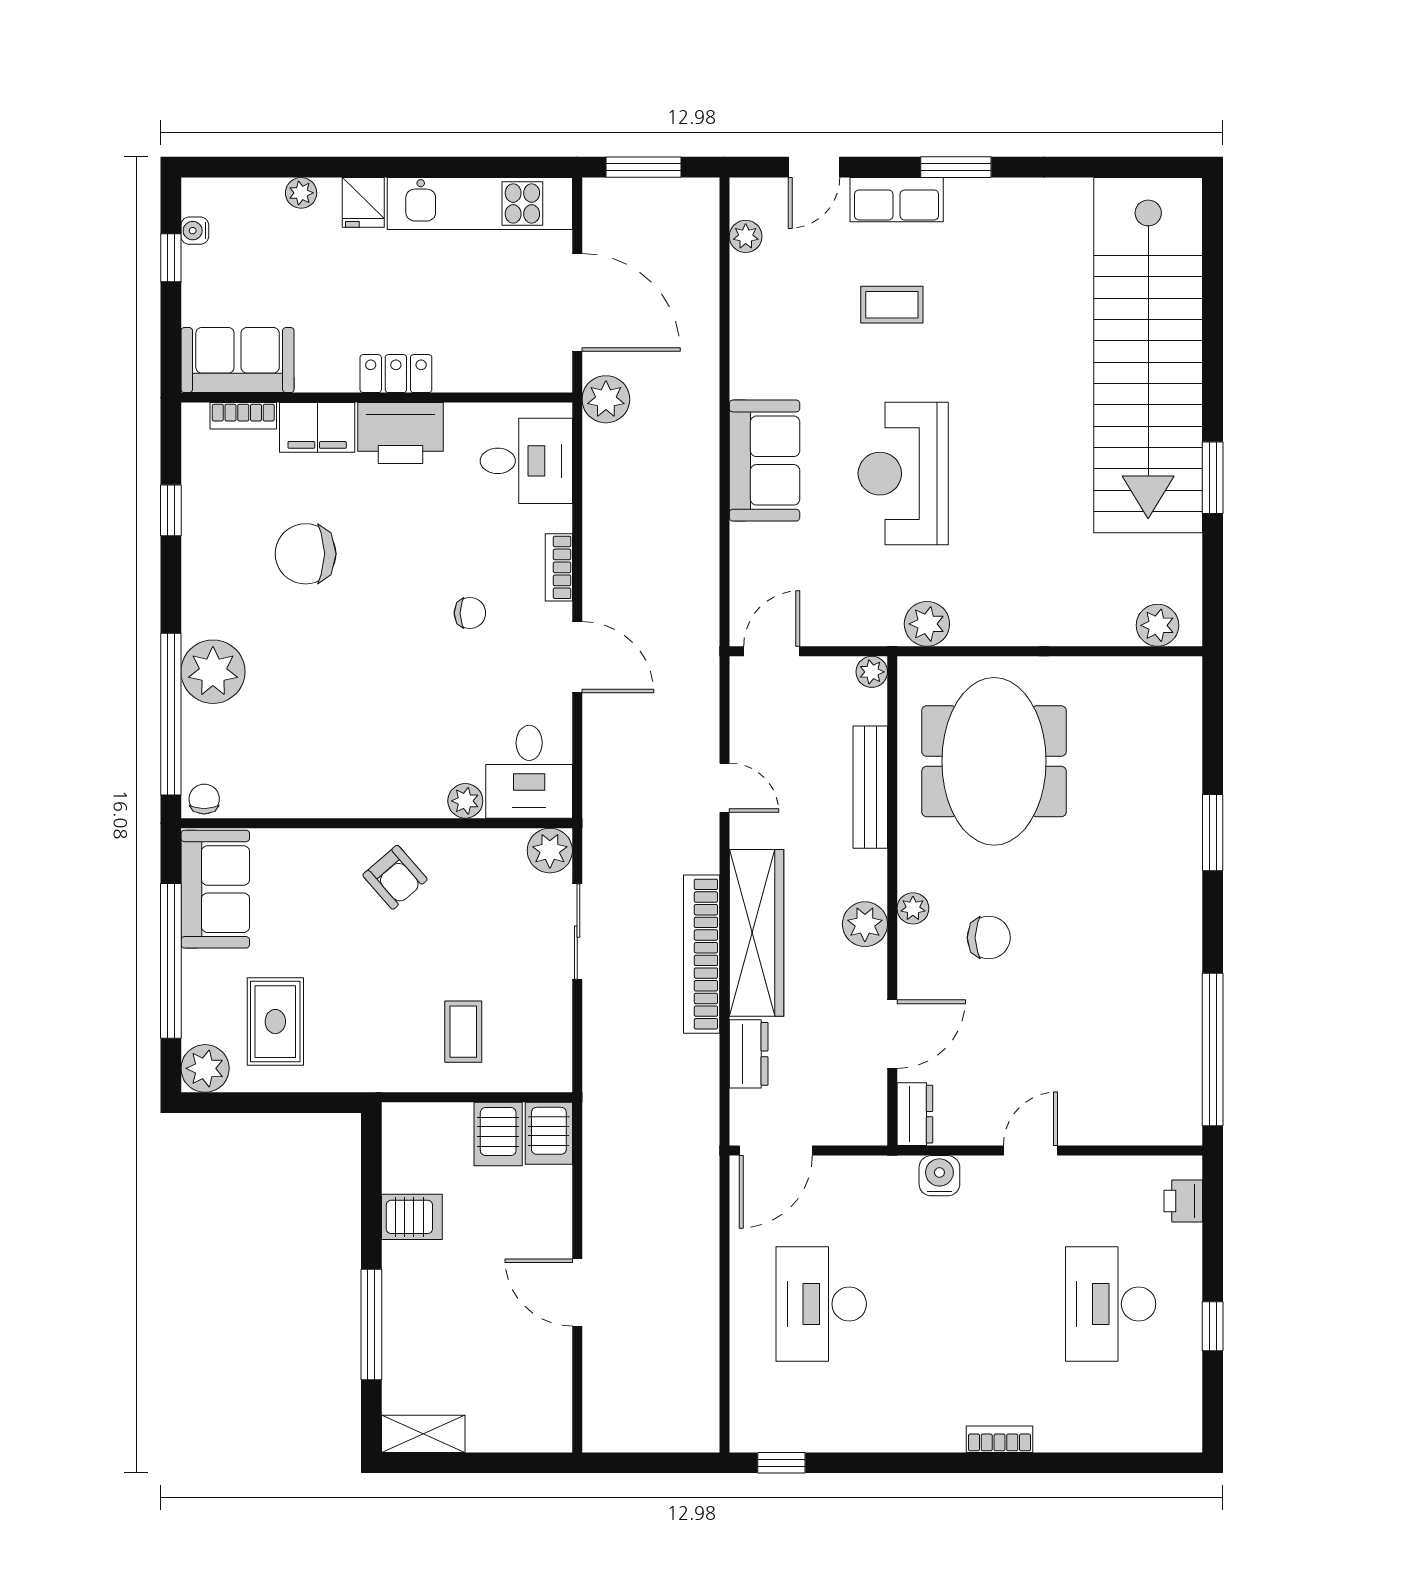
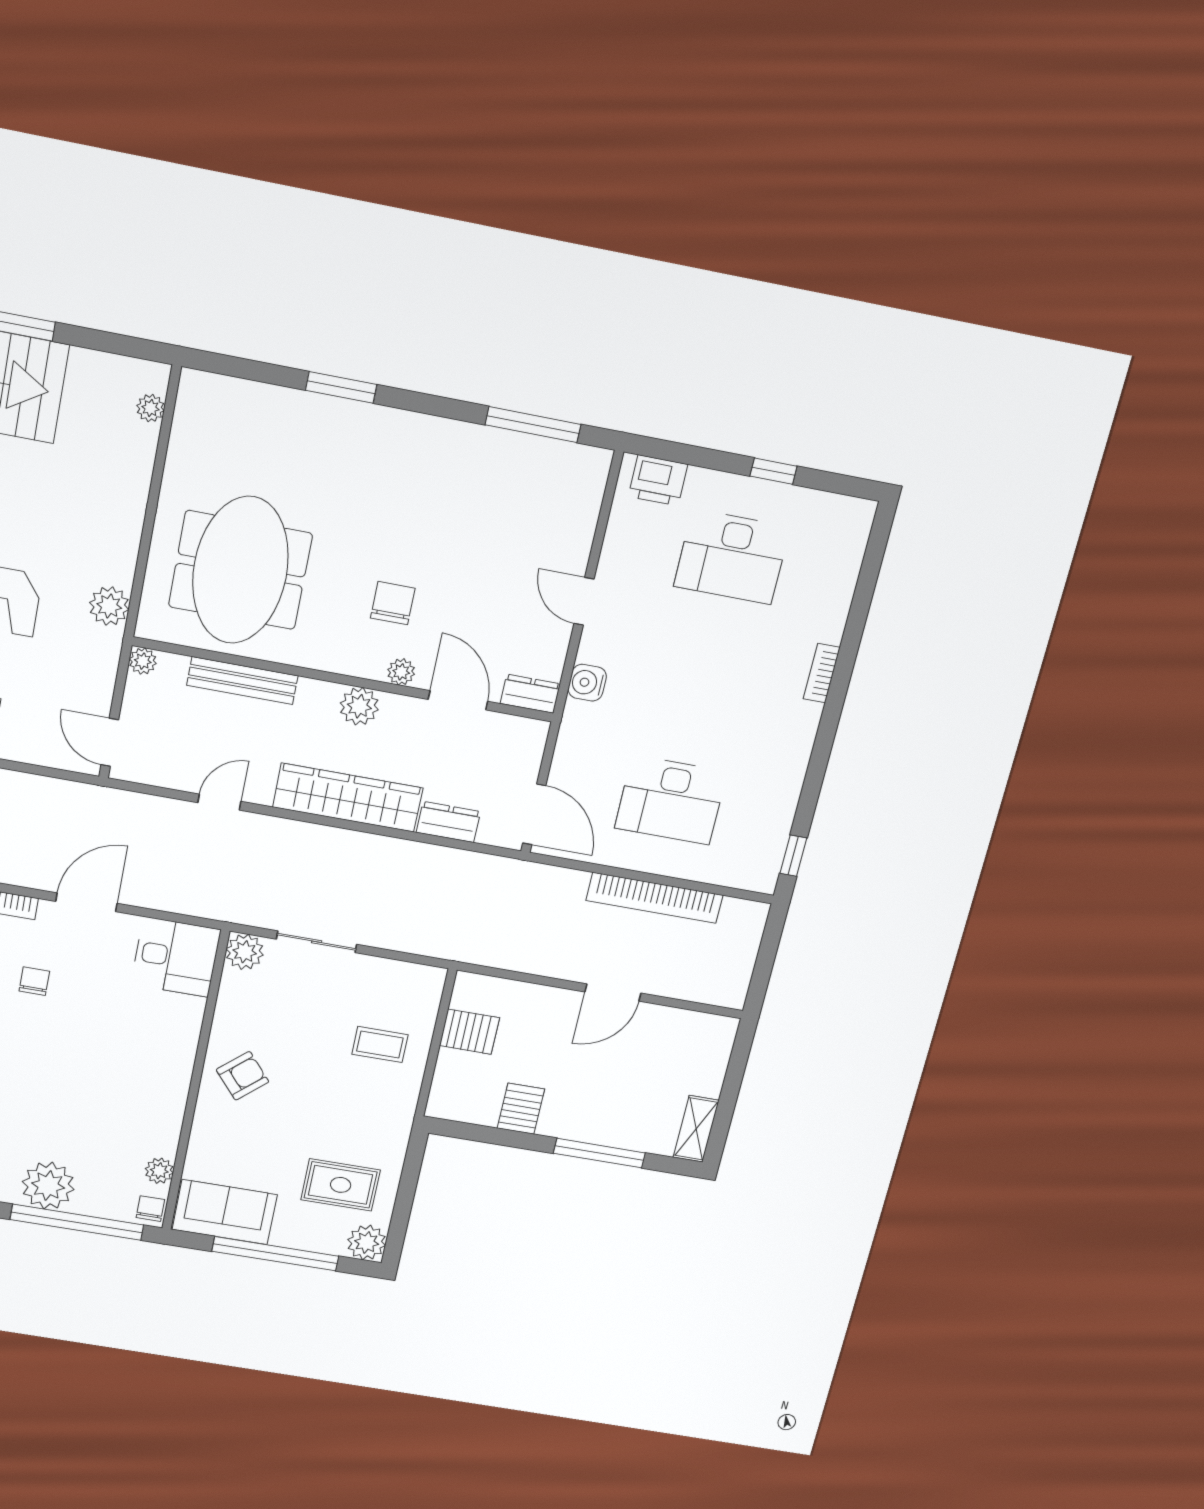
plant: (1158, 625) -> (150, 408), width x0.73, depth x0.73
meeting table: (994, 761) -> (240, 570), turned 90
chair: (204, 799) -> (150, 1209), turned 90
plant: (465, 801) -> (159, 1171), moved
plant: (913, 908) -> (401, 672), moved
bookcase: (702, 954) -> (655, 898), moved
window: (1213, 1050) -> (533, 425), width x0.68
server rack: (549, 1133) -> (478, 992), removed
printer: (1183, 1201) -> (658, 480), width x1.36, depth x1.24

